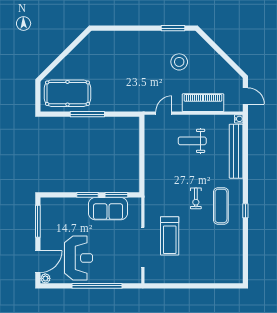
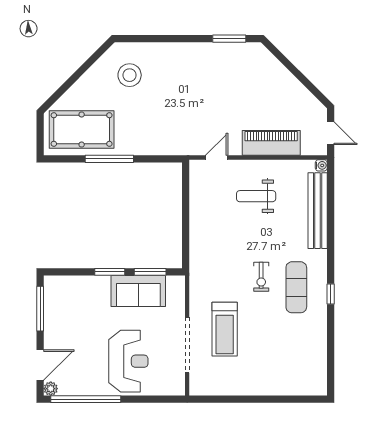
stool: (179, 62) -> (130, 75), moved
reception desk: (79, 258) -> (128, 361), moved
window: (97, 286) -> (86, 399), moved

